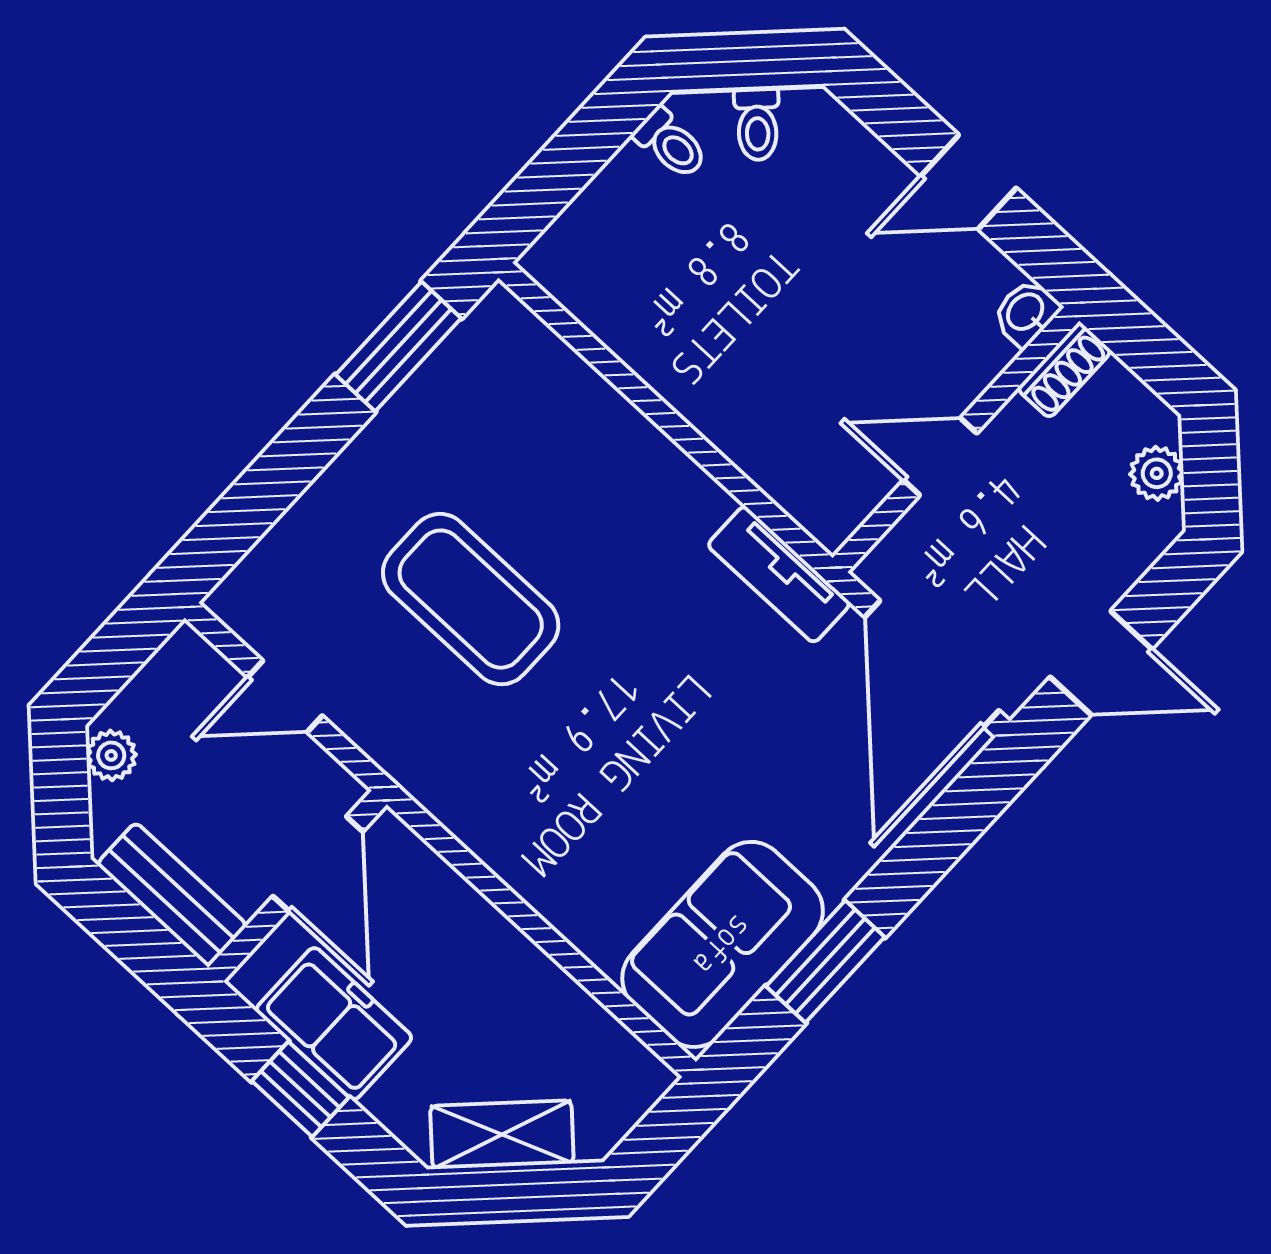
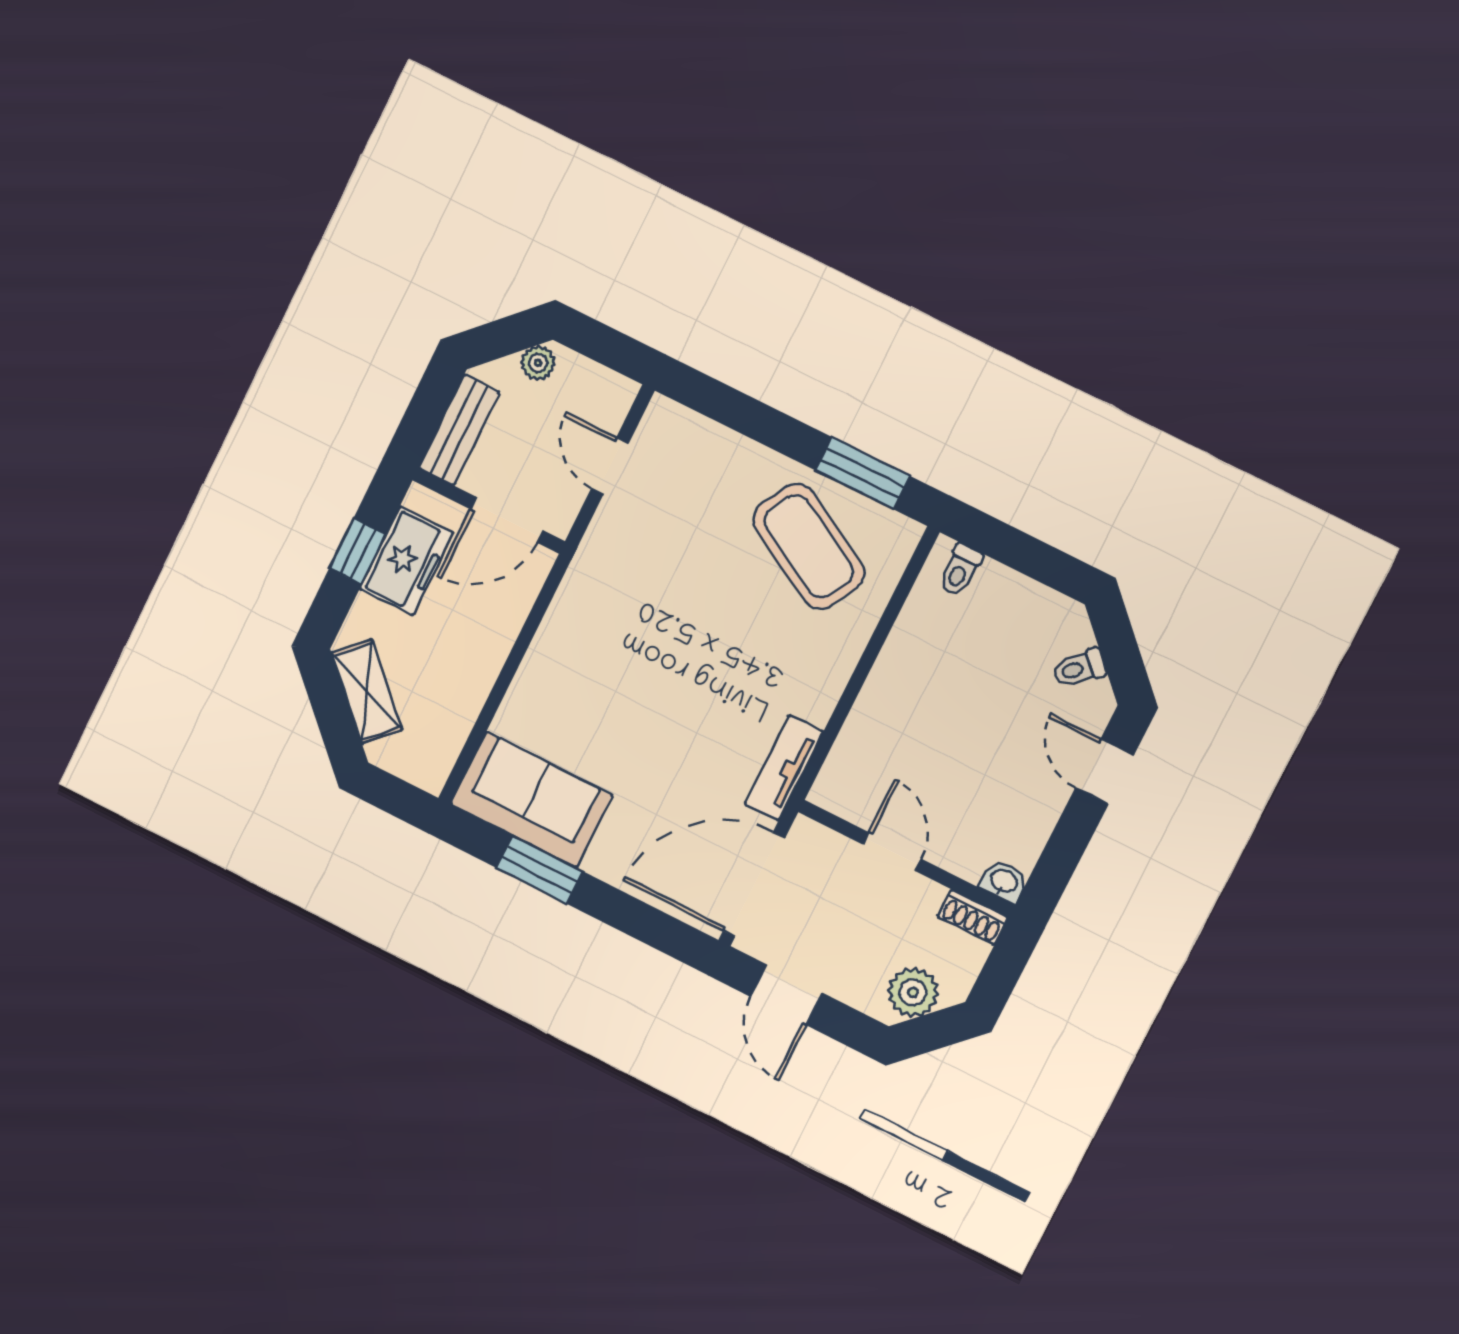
toilet: (671, 144) -> (960, 570), moved
door: (968, 182) -> (1105, 771), moved
plant: (1157, 473) -> (913, 992), width x1.38, depth x1.38
coffee table: (471, 599) -> (809, 546), moved, turned -61

